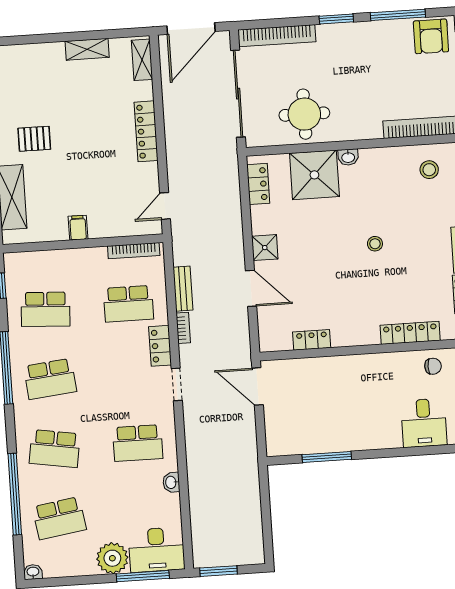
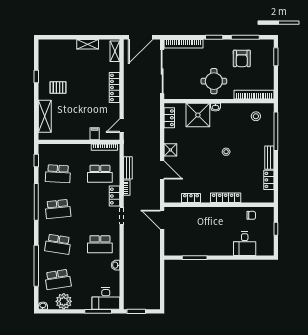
armchair: (431, 36) -> (242, 58), moved
round table: (304, 114) -> (214, 81), moved
filing cabinet: (78, 228) -> (95, 134), moved
locker: (410, 333) -> (226, 198), moved
plant: (112, 558) -> (64, 301), moved

